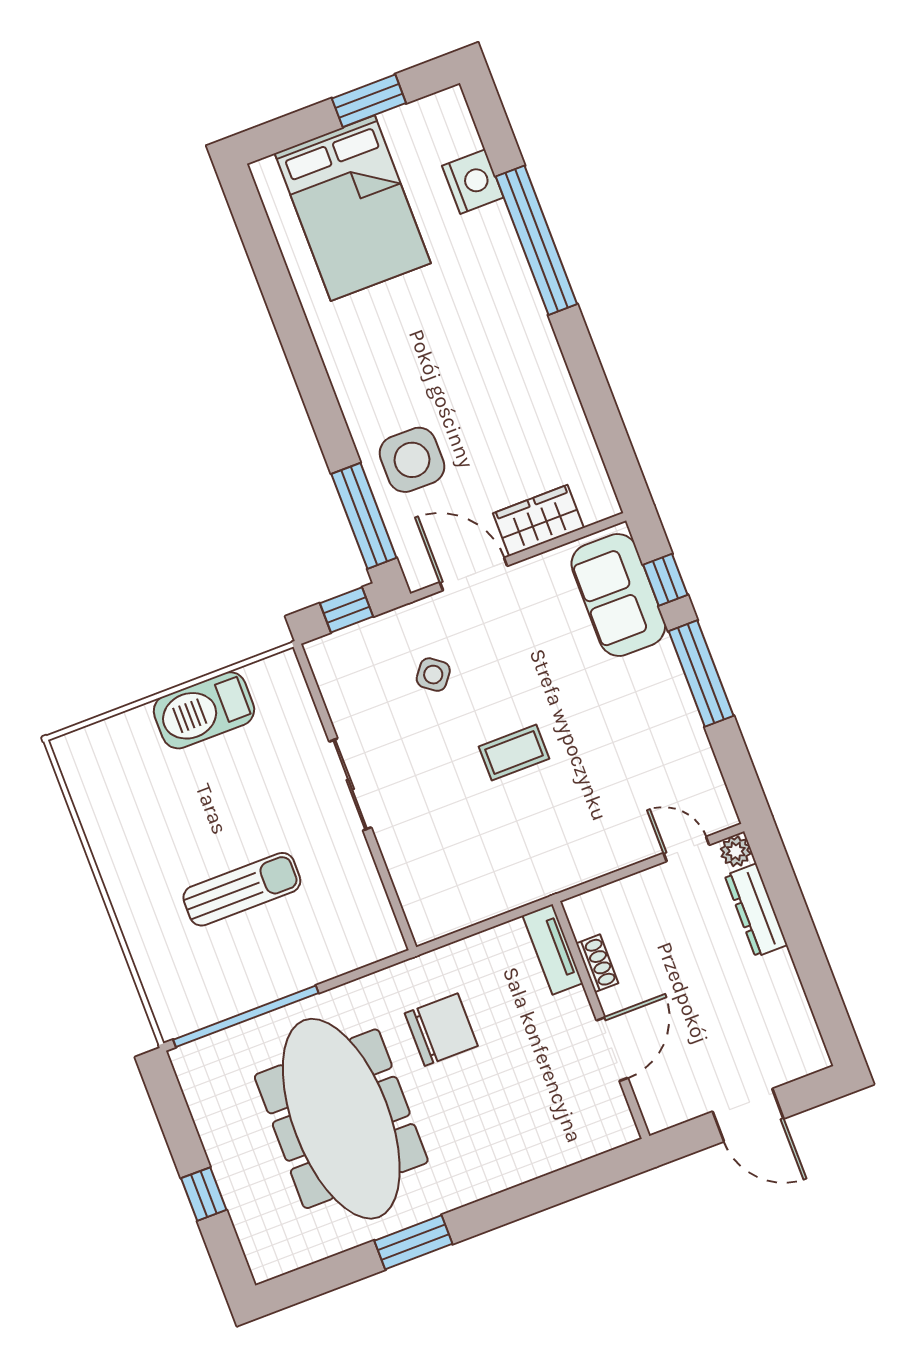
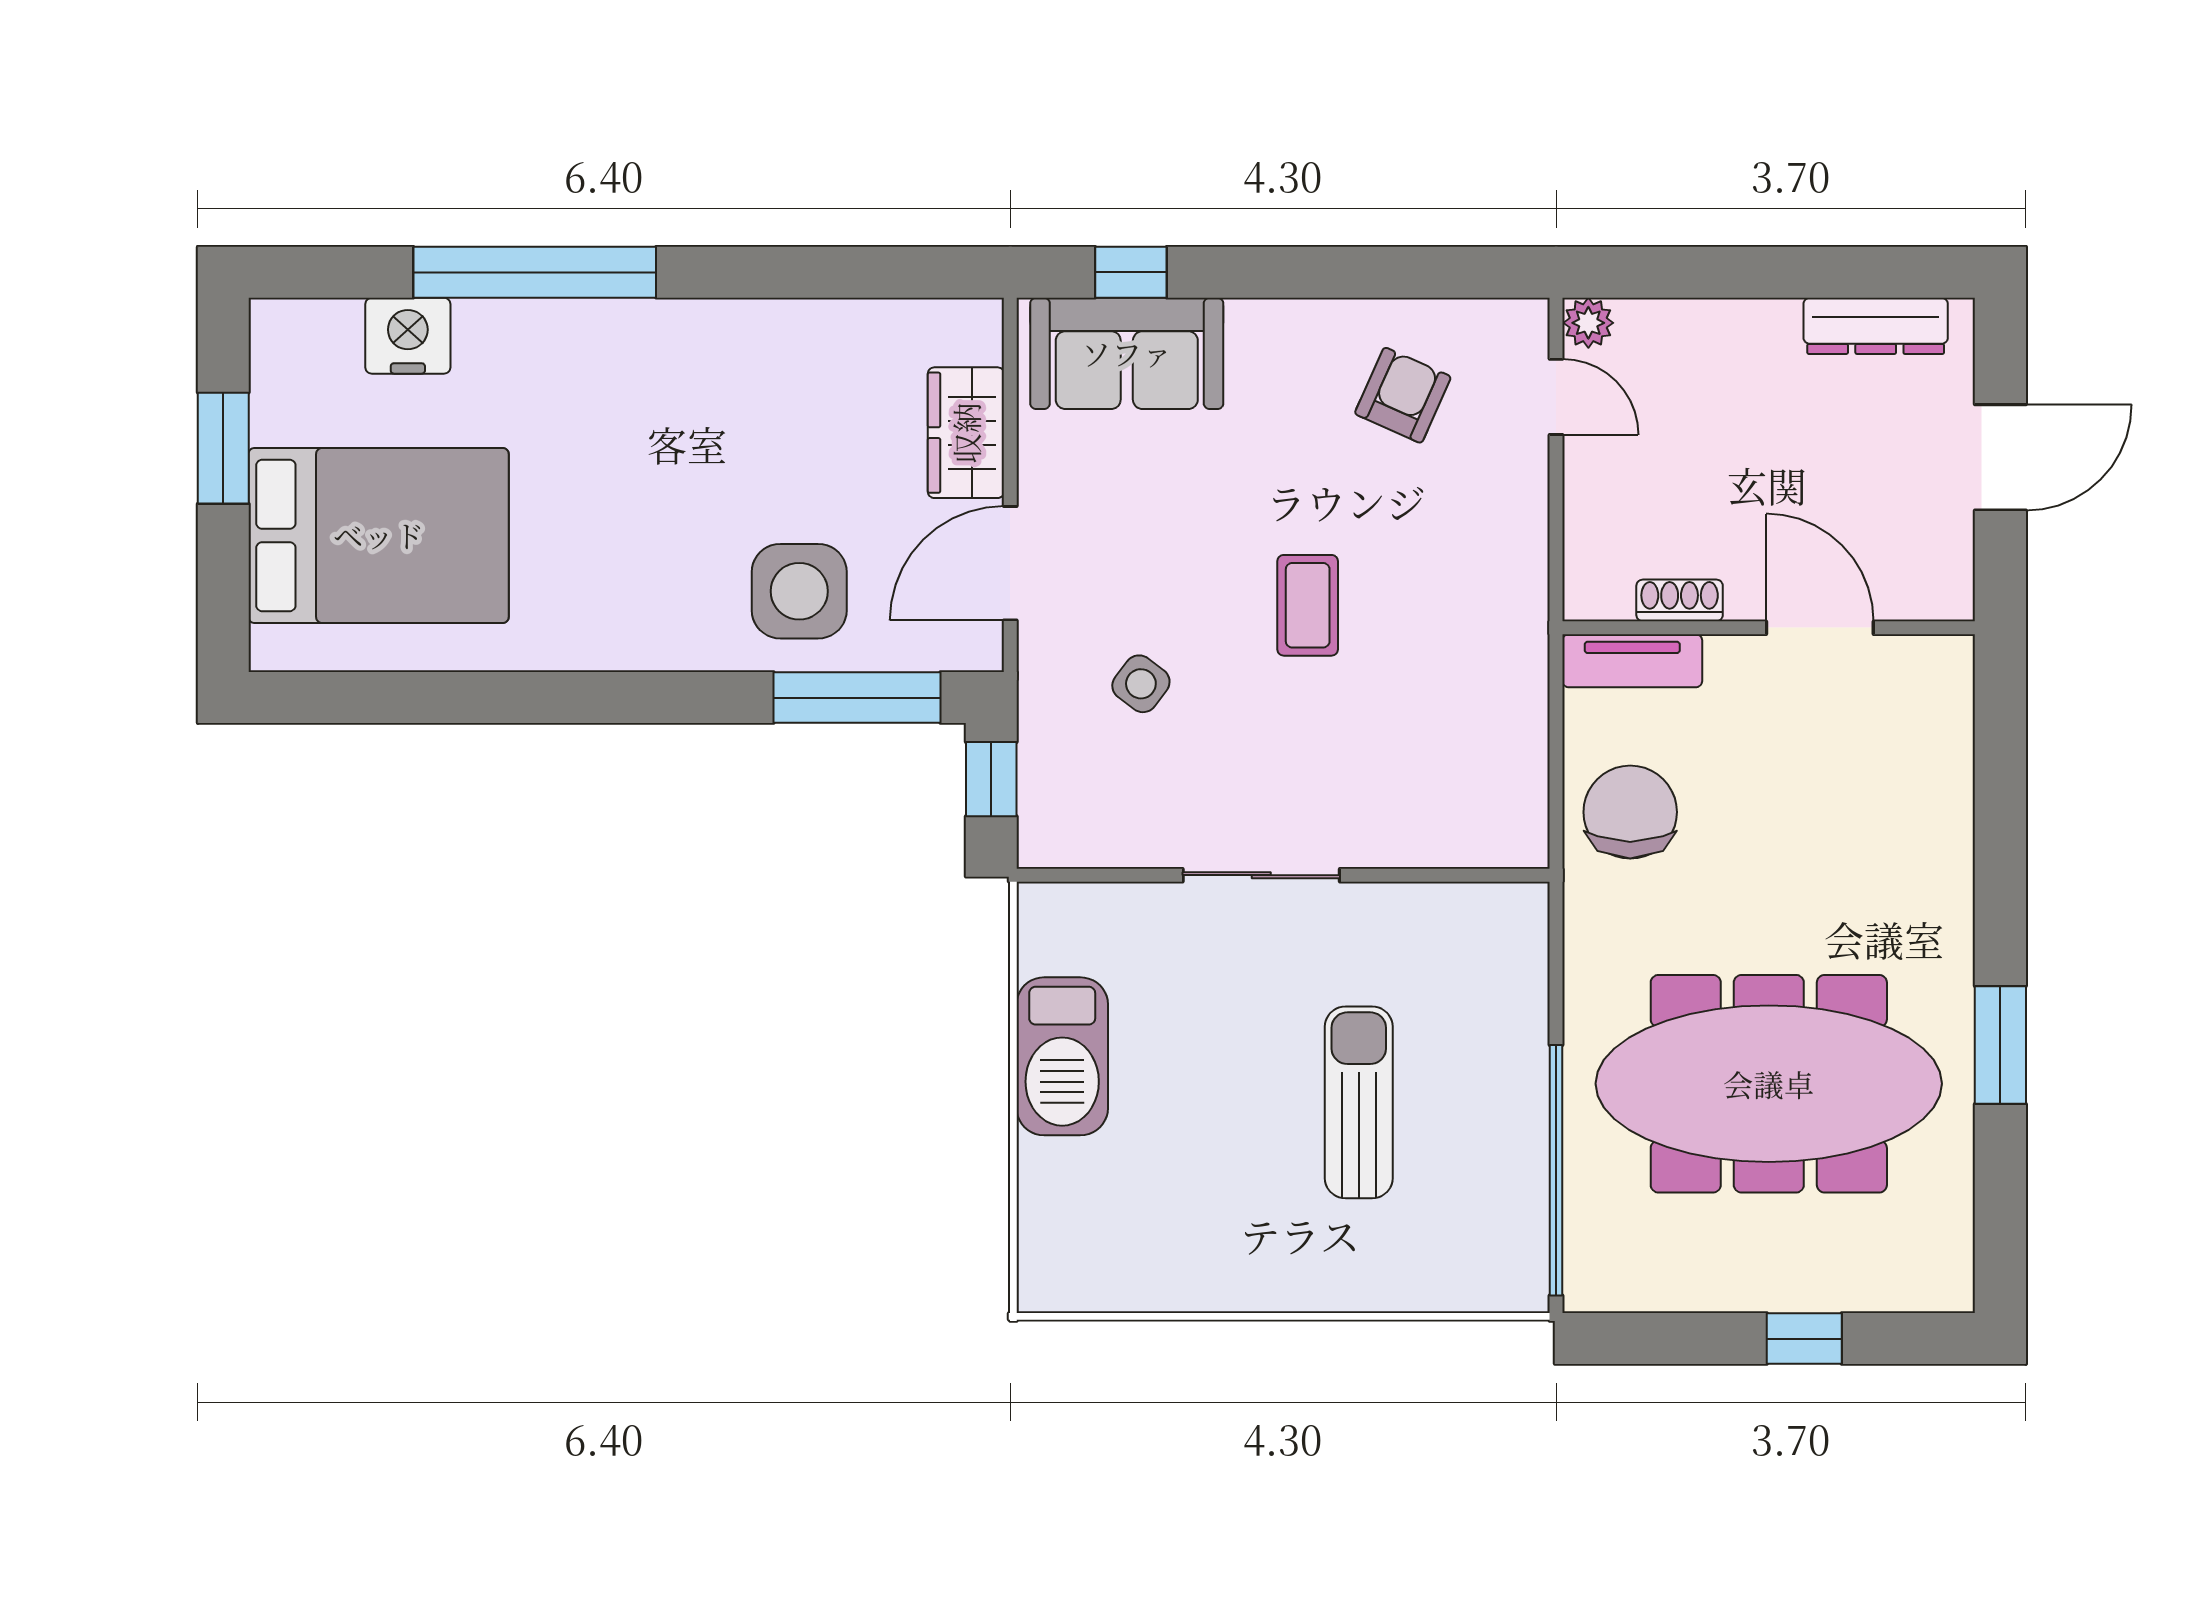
window: (701, 674) -> (1295, 272), removed
armchair: (654, 761) -> (1403, 395), added
door: (686, 849) -> (1556, 397), swing flipped
dresser: (756, 910) -> (1876, 326), moved
chair: (441, 1030) -> (1630, 812), moved

